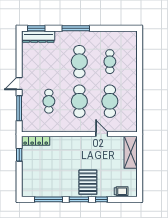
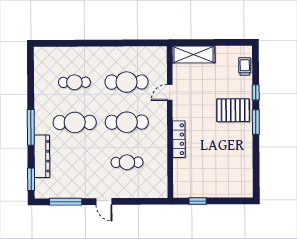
dresser: (38, 37) -> (42, 156), moved
window: (19, 108) -> (66, 202), moved
locker: (36, 141) -> (179, 139), moved
window: (49, 199) -> (256, 162), removed

